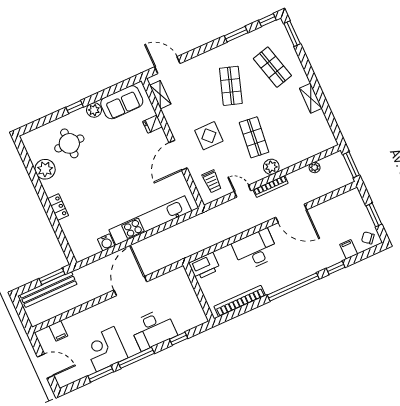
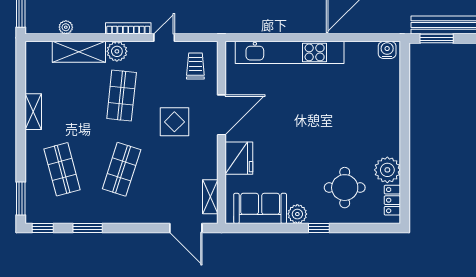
fridge: (152, 124) -> (239, 158), width x1.88, depth x1.34
shelving: (298, 154) -> (79, 52), added
door: (243, 191) -> (164, 38), swing flipped
locker: (58, 207) -> (392, 200), moved
water cooler: (106, 242) -> (387, 50), moved

